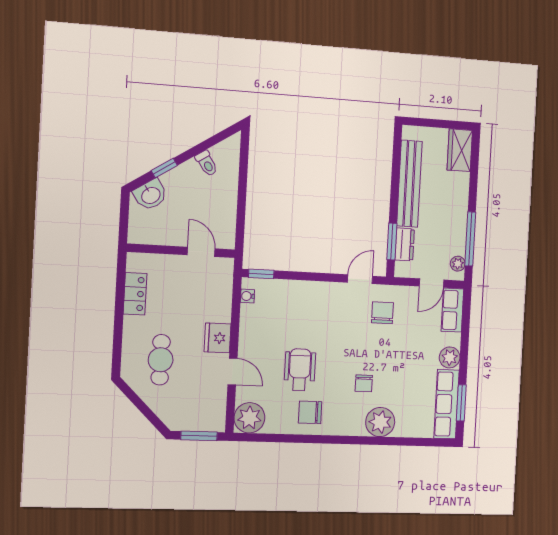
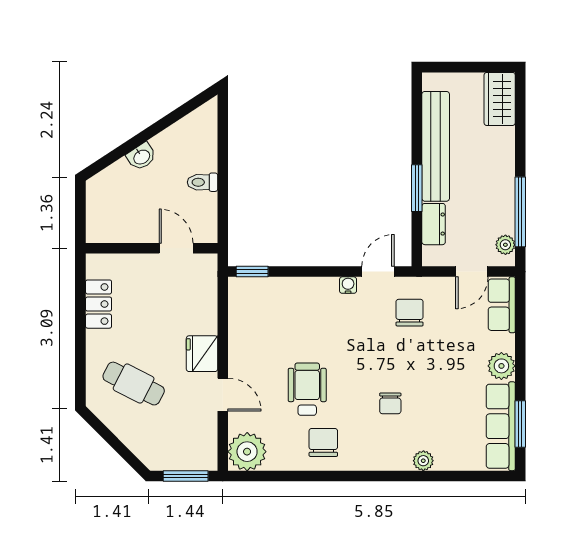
toilet: (207, 163) -> (202, 182), moved, turned 123
window: (164, 168) -> (126, 148), removed
washbasin: (151, 195) -> (141, 157), moved, width x0.72, depth x0.69
window: (392, 241) -> (417, 188), moved
water cooler: (247, 296) -> (348, 285), moved, turned 90
cafe table: (161, 360) -> (134, 384), turned -63
chair: (310, 412) -> (323, 442), turned 90
plant: (380, 422) -> (423, 461), width x0.53, depth x0.53

